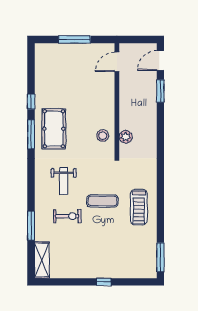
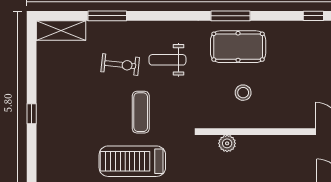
window: (31, 102) -> (313, 16), moved
stool: (103, 136) -> (243, 93), moved
treadmill: (139, 207) -> (132, 161), width x1.37, depth x1.38
exercise bike: (67, 216) -> (120, 65), turned -84

